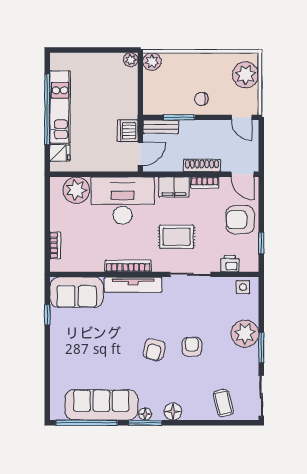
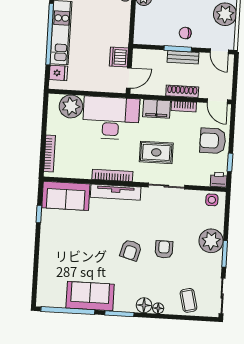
window: (179, 117) -> (178, 49), moved
bench: (161, 127) -> (183, 57), moved
bookcase: (55, 245) -> (50, 154), width x1.56
printer: (230, 264) -> (219, 180), moved
sofa: (101, 405) -> (90, 296), width x0.73
floor lamp: (145, 414) -> (158, 308), moved

